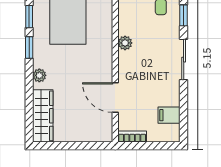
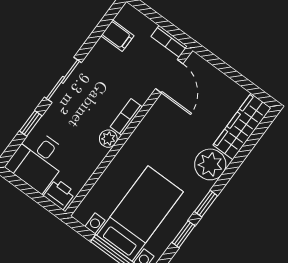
bookcase: (124, 66) -> (126, 117), added
plant: (39, 75) -> (210, 164), width x1.88, depth x1.88
door: (115, 98) -> (169, 76), moved

